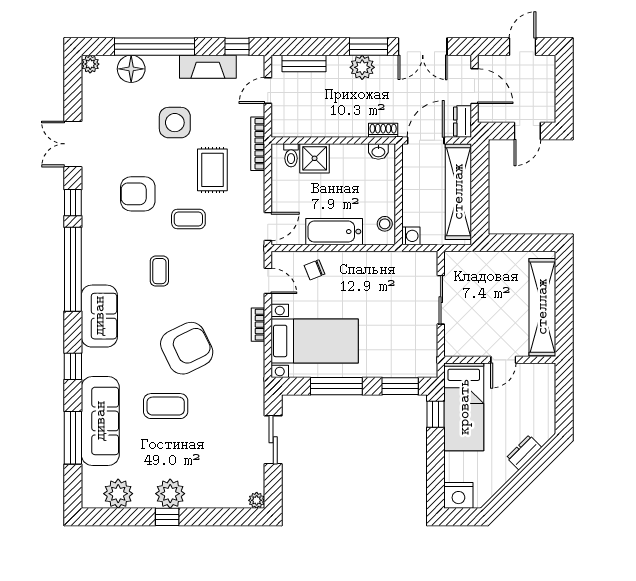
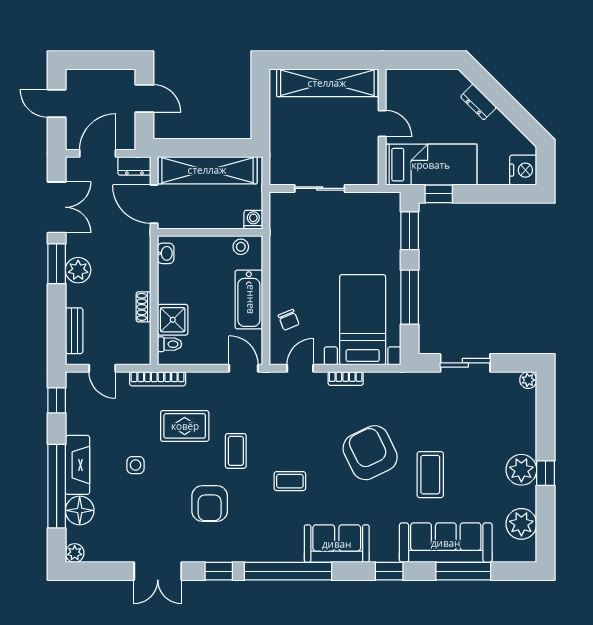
fireplace: (208, 67) -> (77, 465), moved
side table: (175, 123) -> (136, 465), width x0.54, depth x0.54
shoe rack: (383, 130) -> (144, 307), moved

